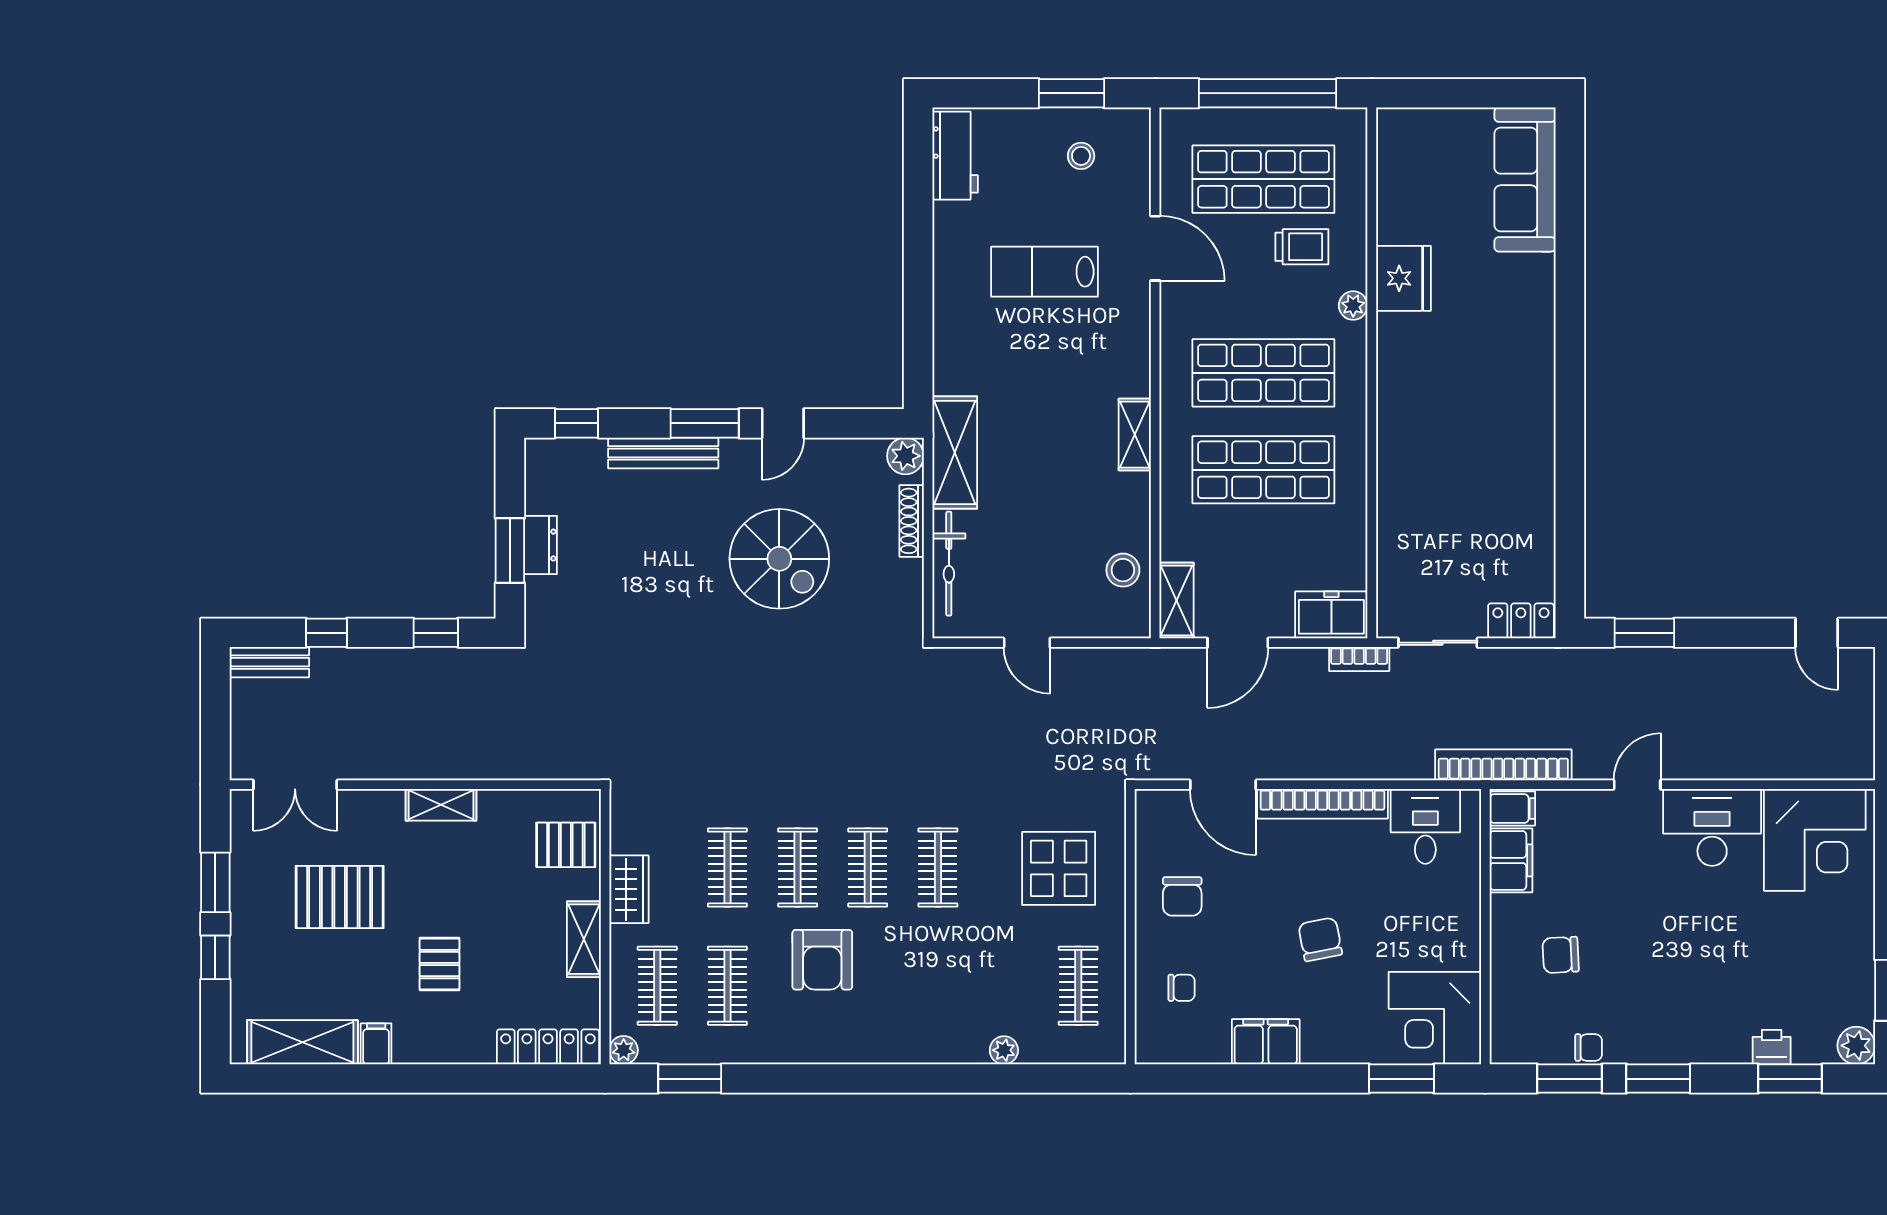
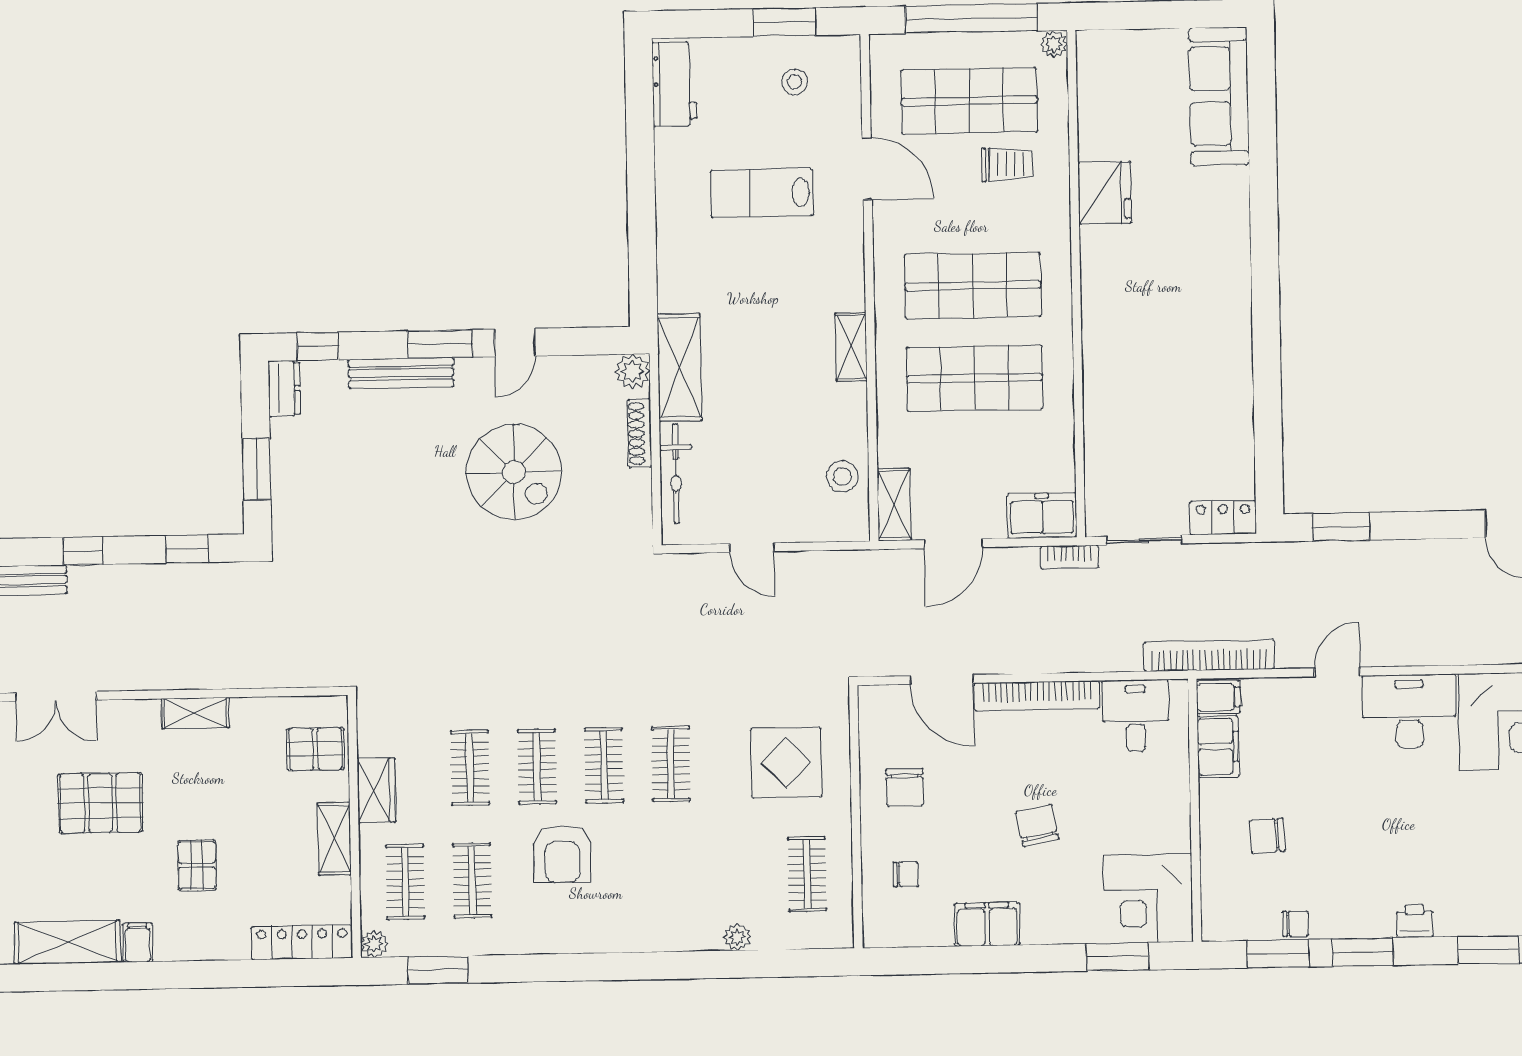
plant: (1353, 306) -> (1054, 44), moved
dresser: (541, 545) -> (284, 388), moved
printer: (1772, 1047) -> (1415, 921), moved

